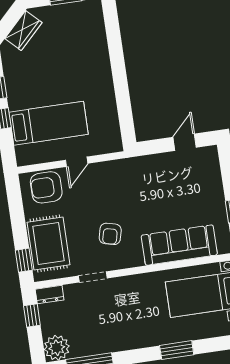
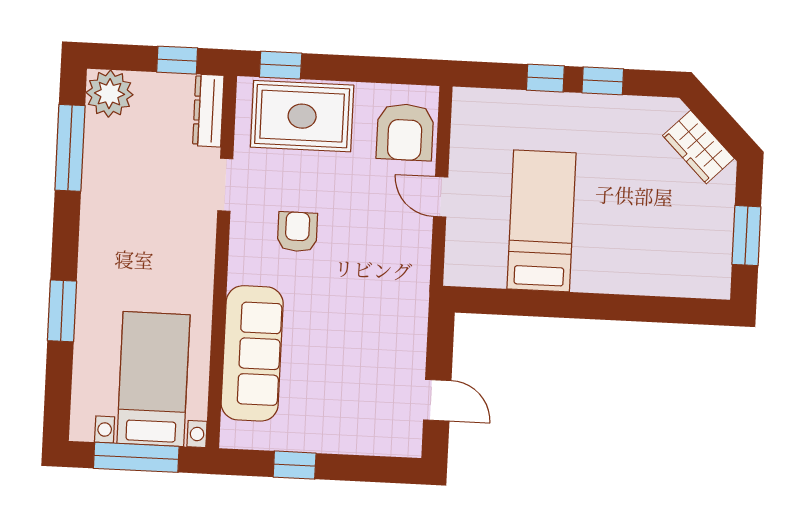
bed: (49, 123) -> (542, 221), moved, turned 180
armchair: (46, 187) -> (405, 132), turned 180
armchair: (110, 234) -> (297, 232), turned 76
dresser: (50, 295) -> (208, 111), width x1.44

